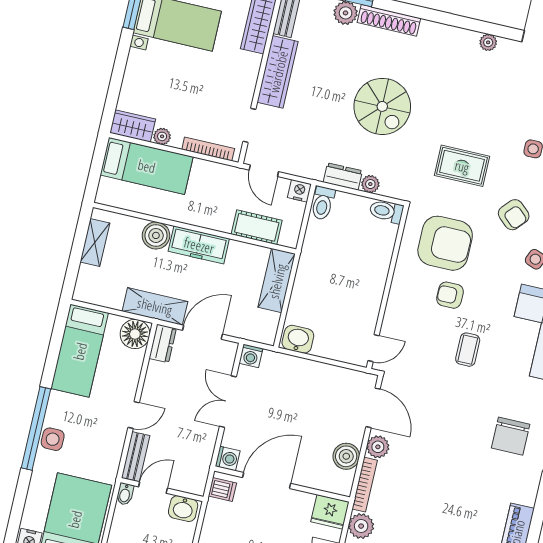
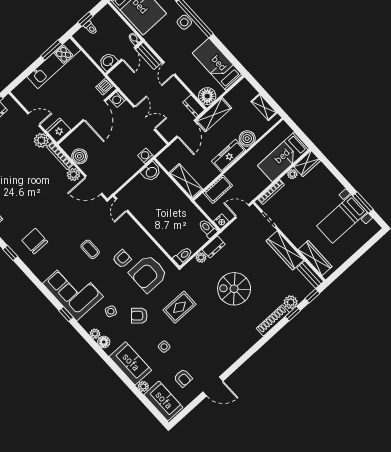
plant: (488, 42) -> (230, 360), removed
washing machine: (251, 356) -> (146, 156), moved

